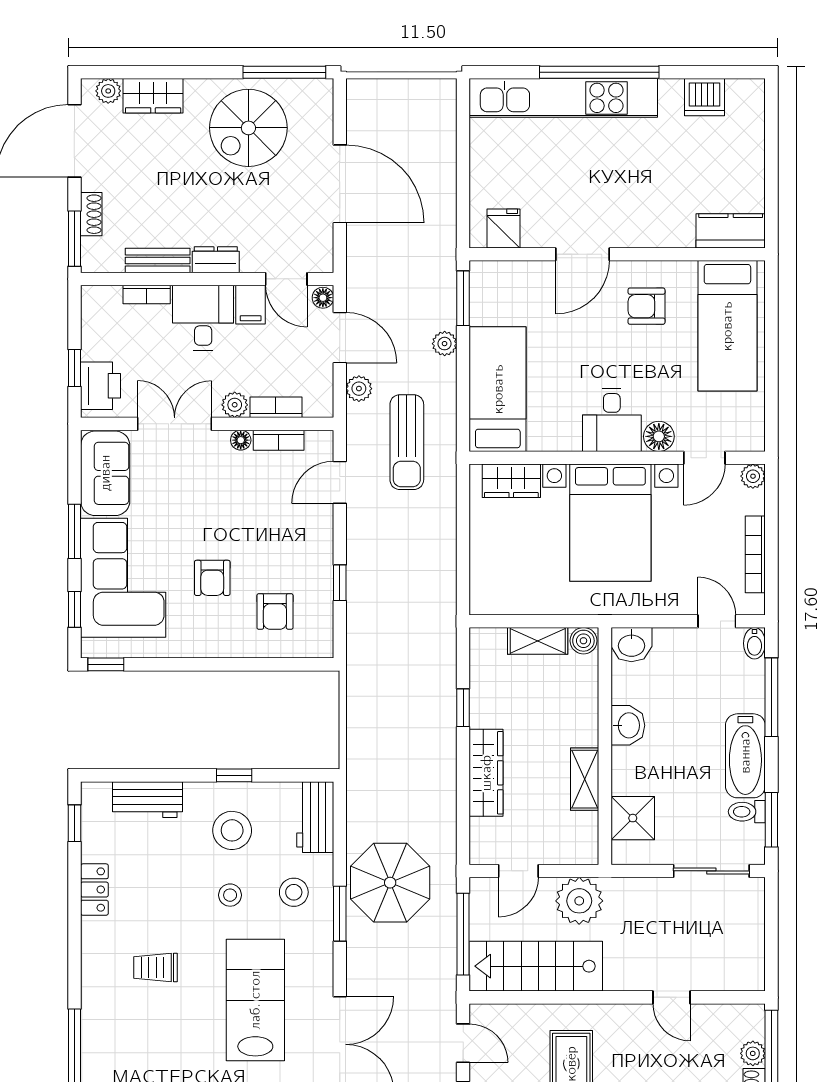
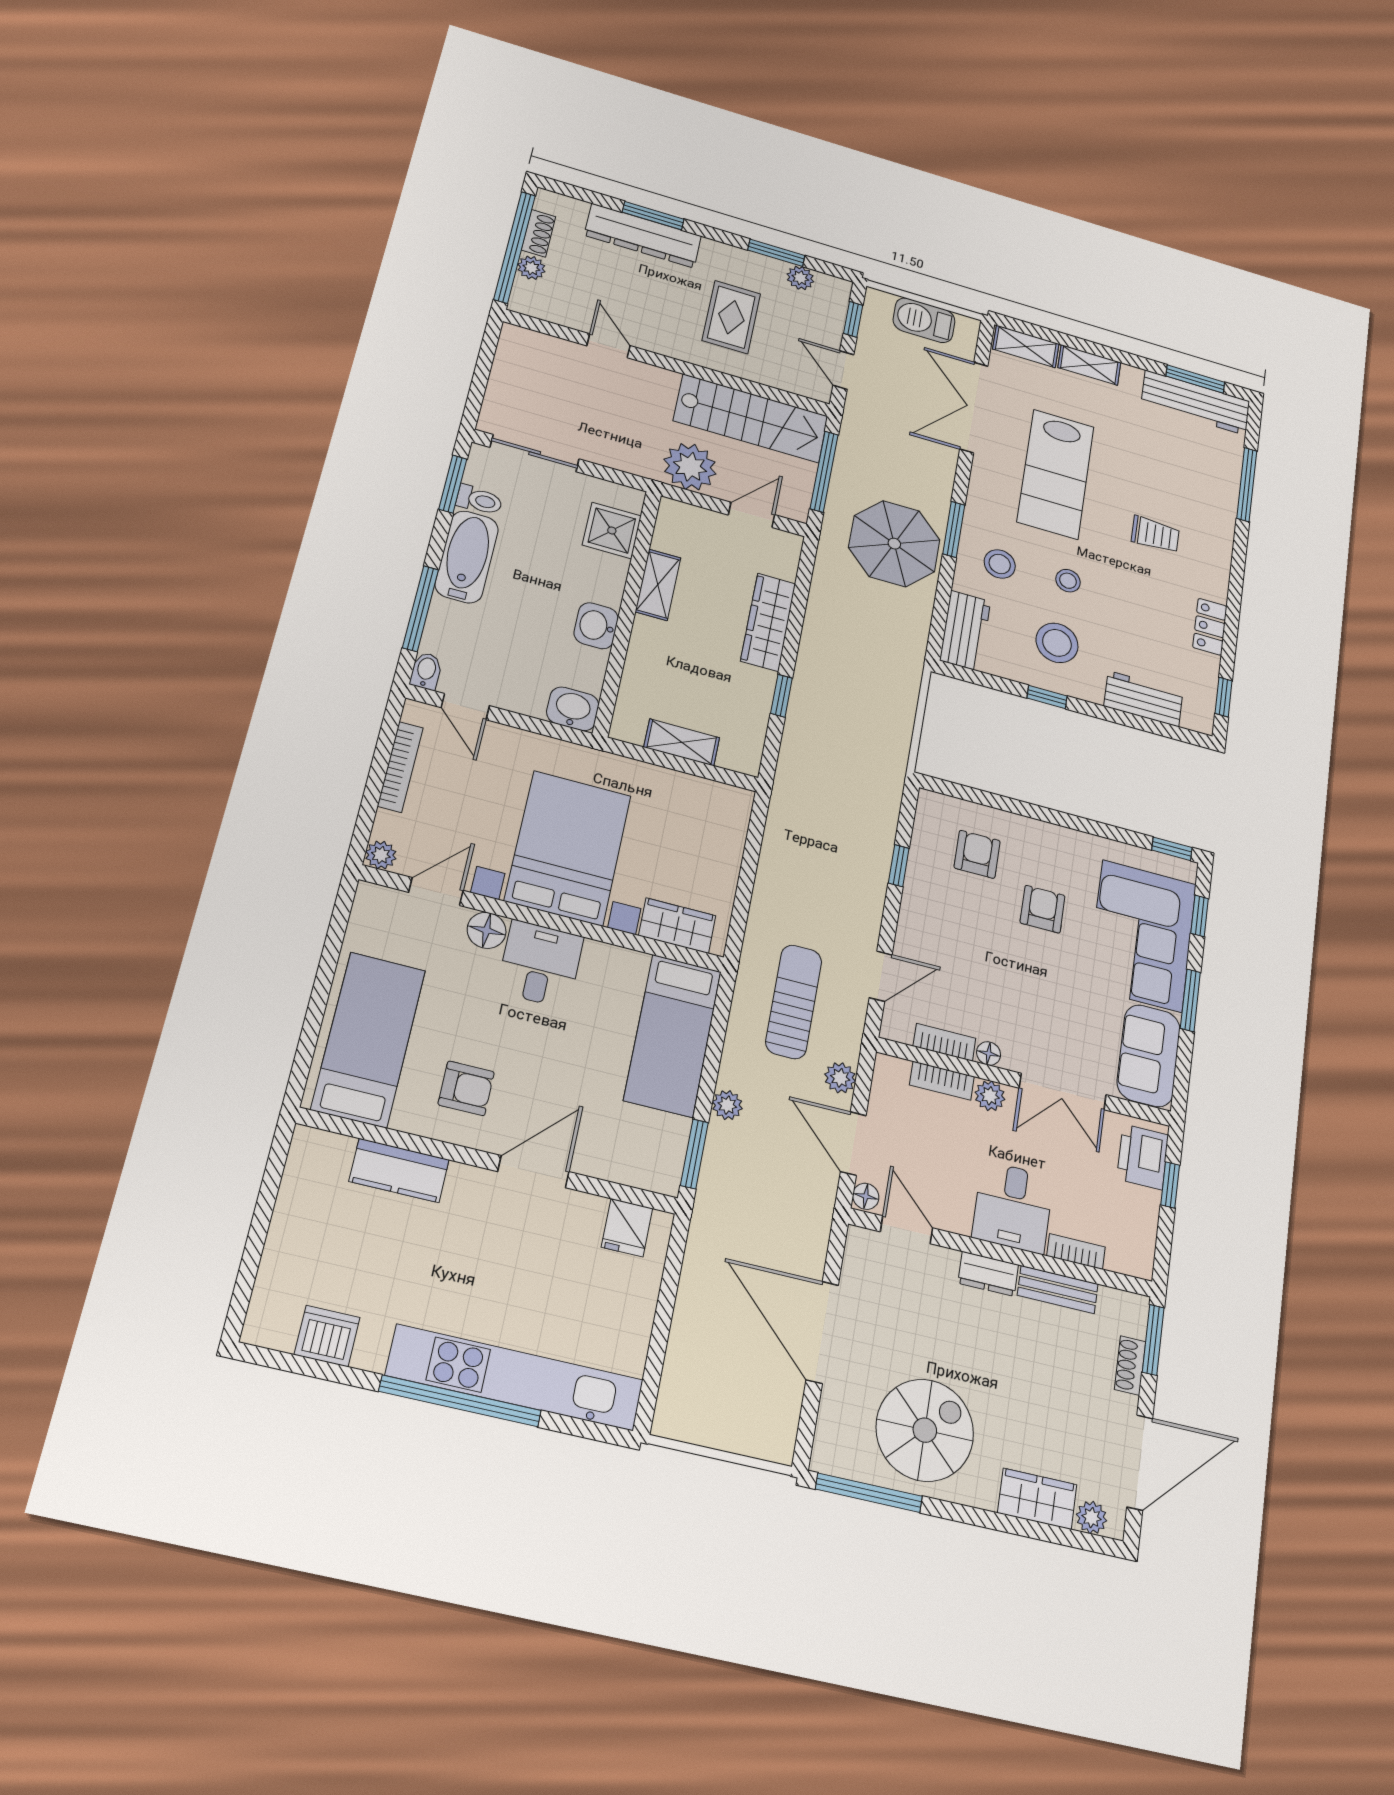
kitchen counter: (731, 231) -> (399, 1170), moved
filing cabinet: (251, 305) -> (954, 1209), removed
boiler: (583, 641) -> (628, 728), removed

